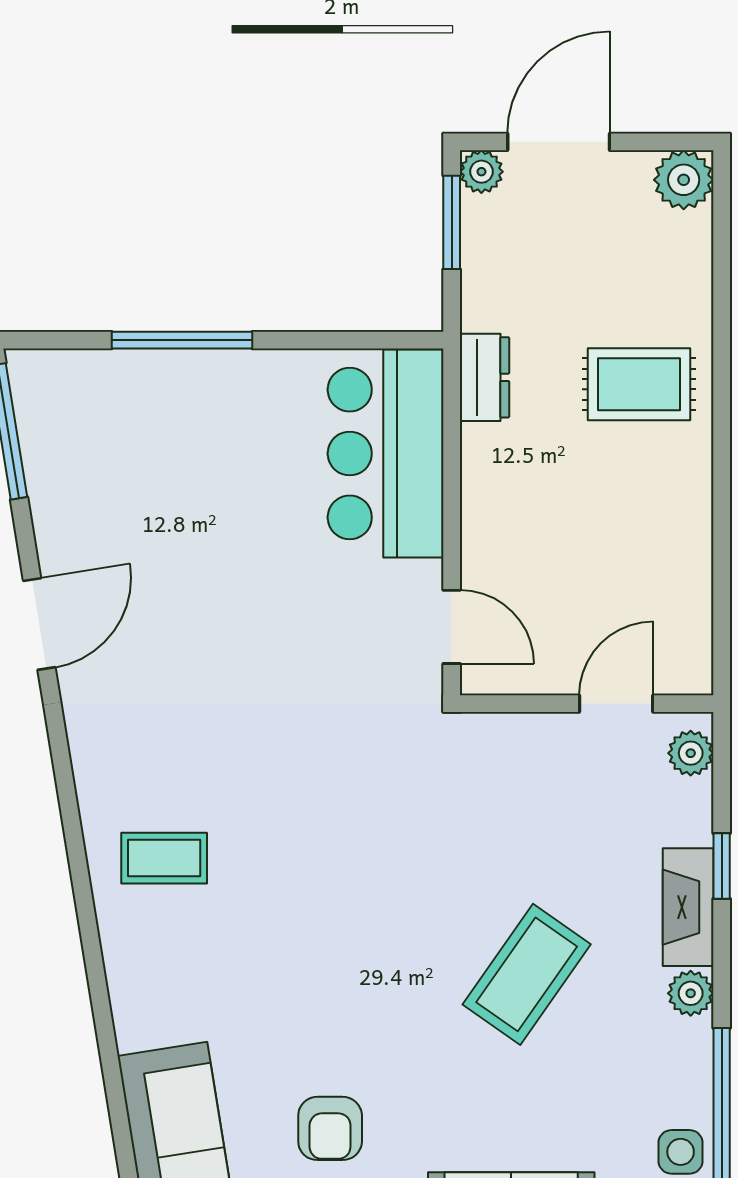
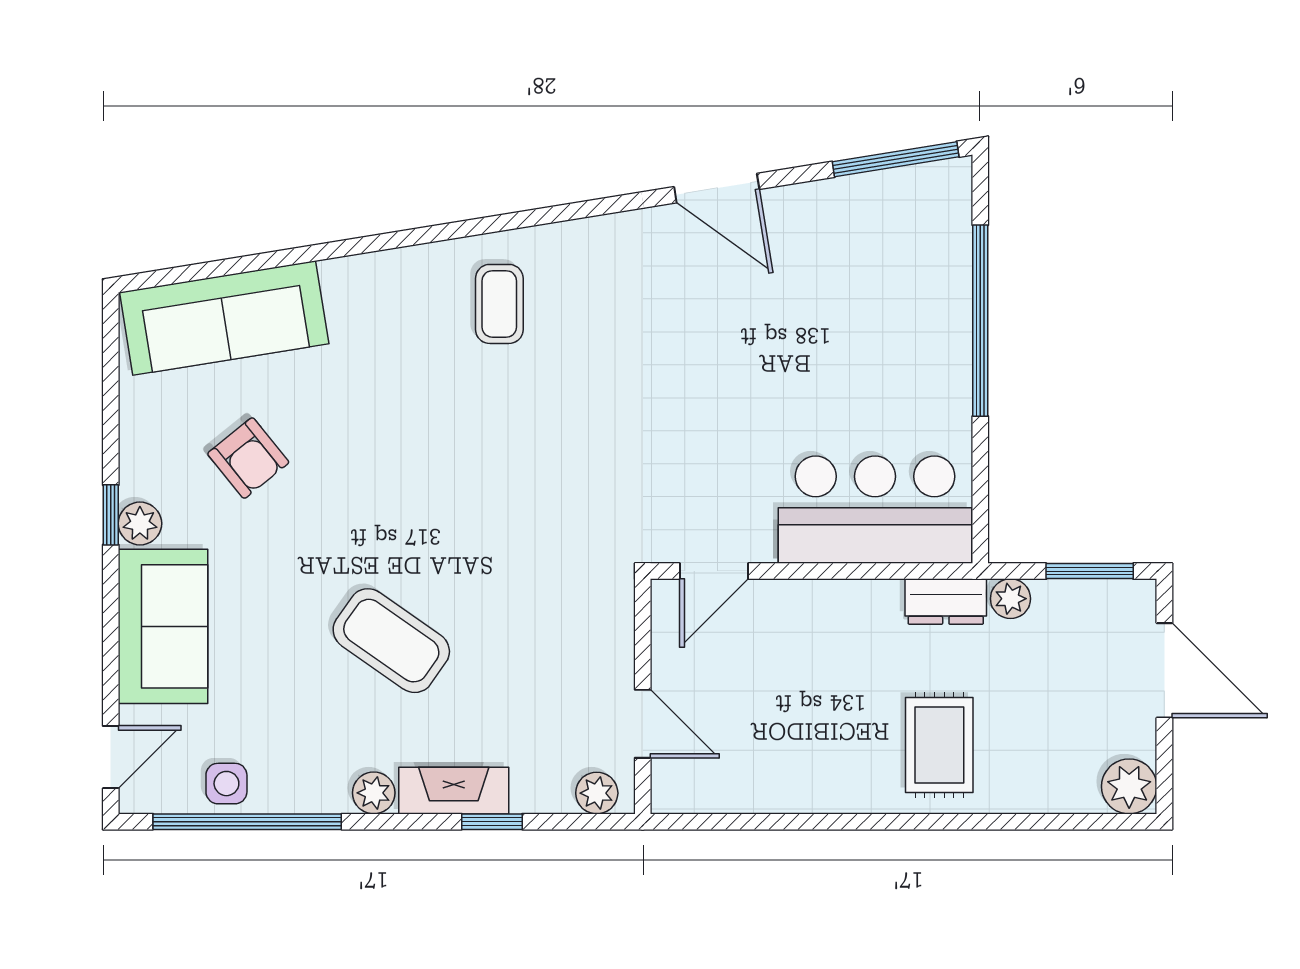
plant: (481, 172) -> (1010, 599), moved
window: (182, 340) -> (980, 321), width x1.46
armchair: (330, 1128) -> (248, 458), turned -129

